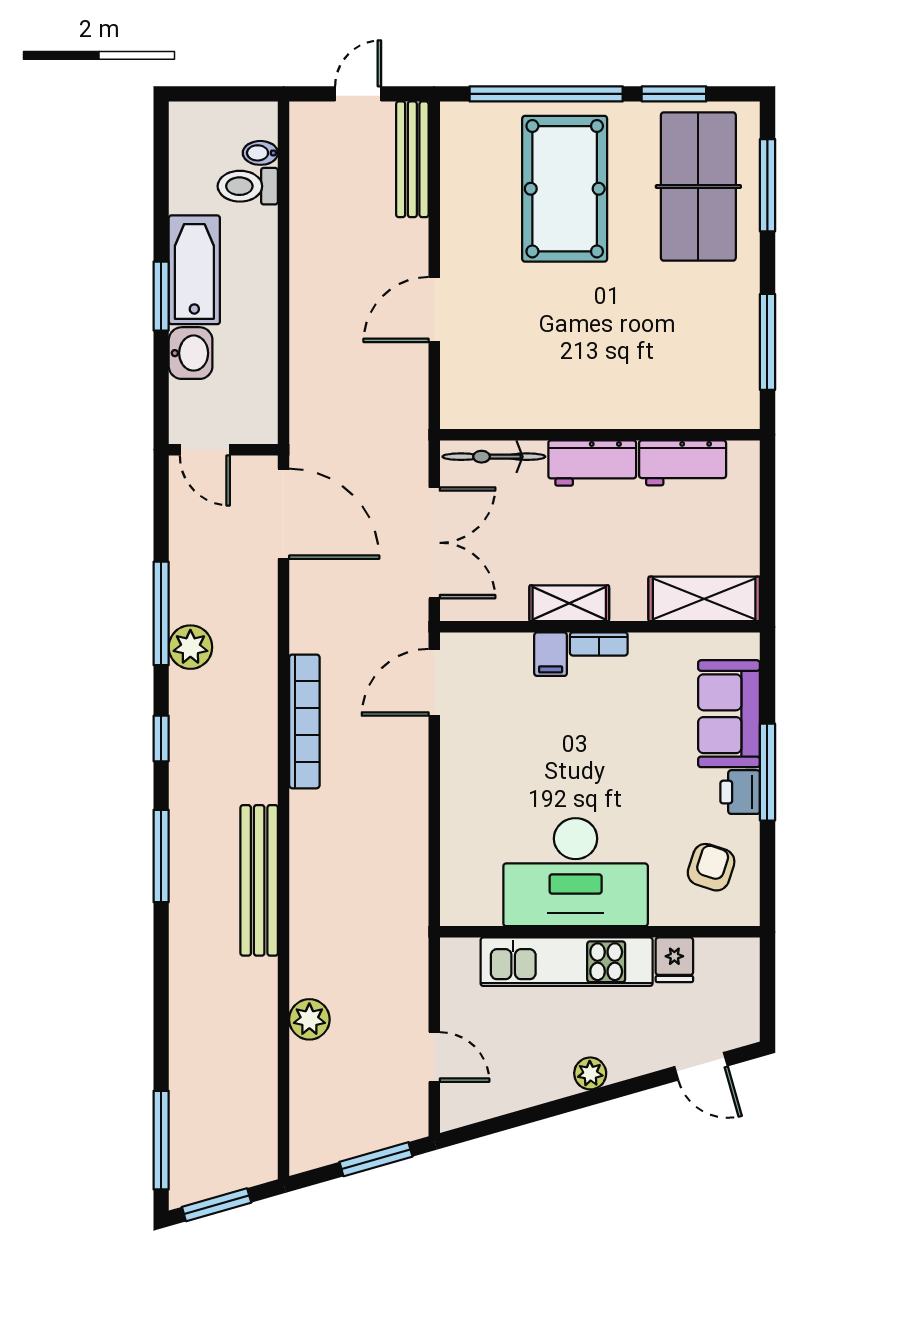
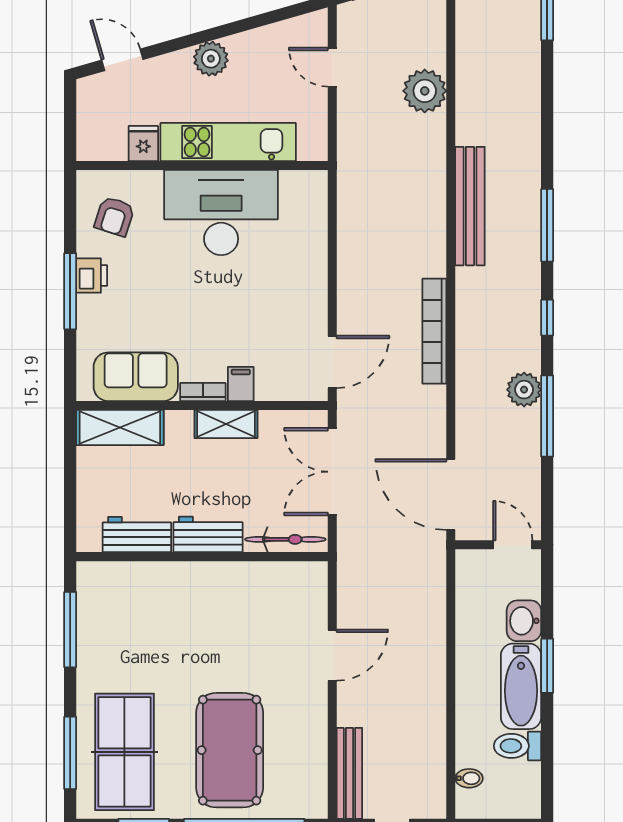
toilet: (248, 186) -> (517, 746), moved, turned 180
sofa: (729, 714) -> (136, 377), moved, turned -90
plant: (309, 1019) -> (425, 91), width x1.36, depth x1.36
plant: (590, 1073) -> (211, 59), width x1.38, depth x1.38

